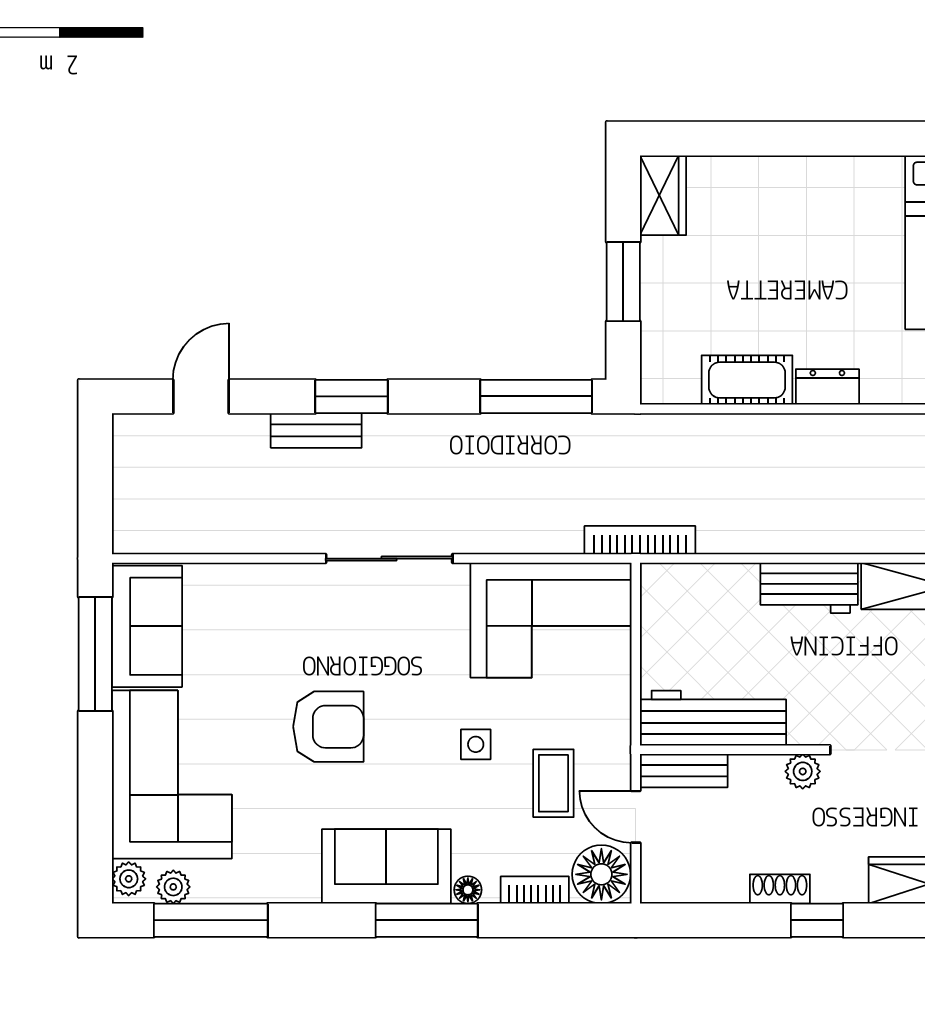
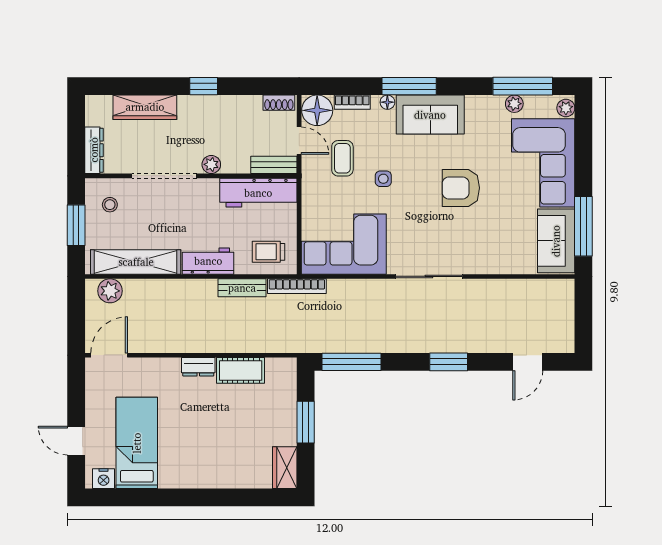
bench: (316, 430) -> (242, 288), moved
trolley: (694, 605) -> (268, 252), added
plant: (173, 887) -> (514, 104), moved
shoe rack: (780, 889) -> (279, 103), moved

